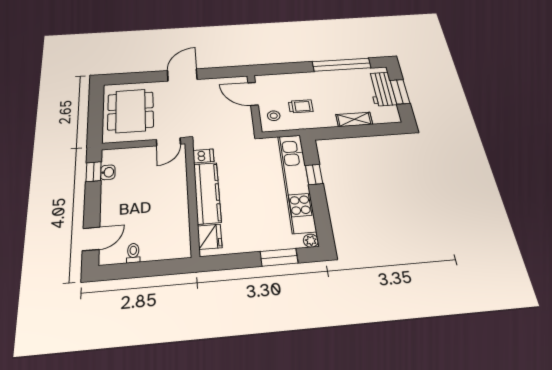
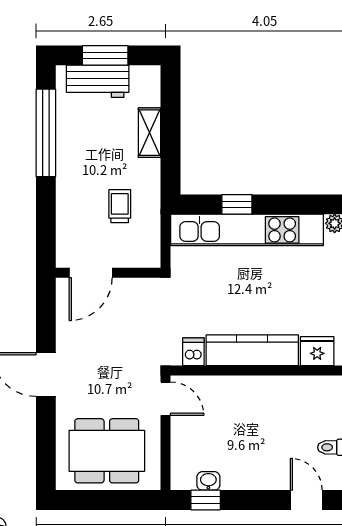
stool: (274, 116) -> (133, 247), removed

